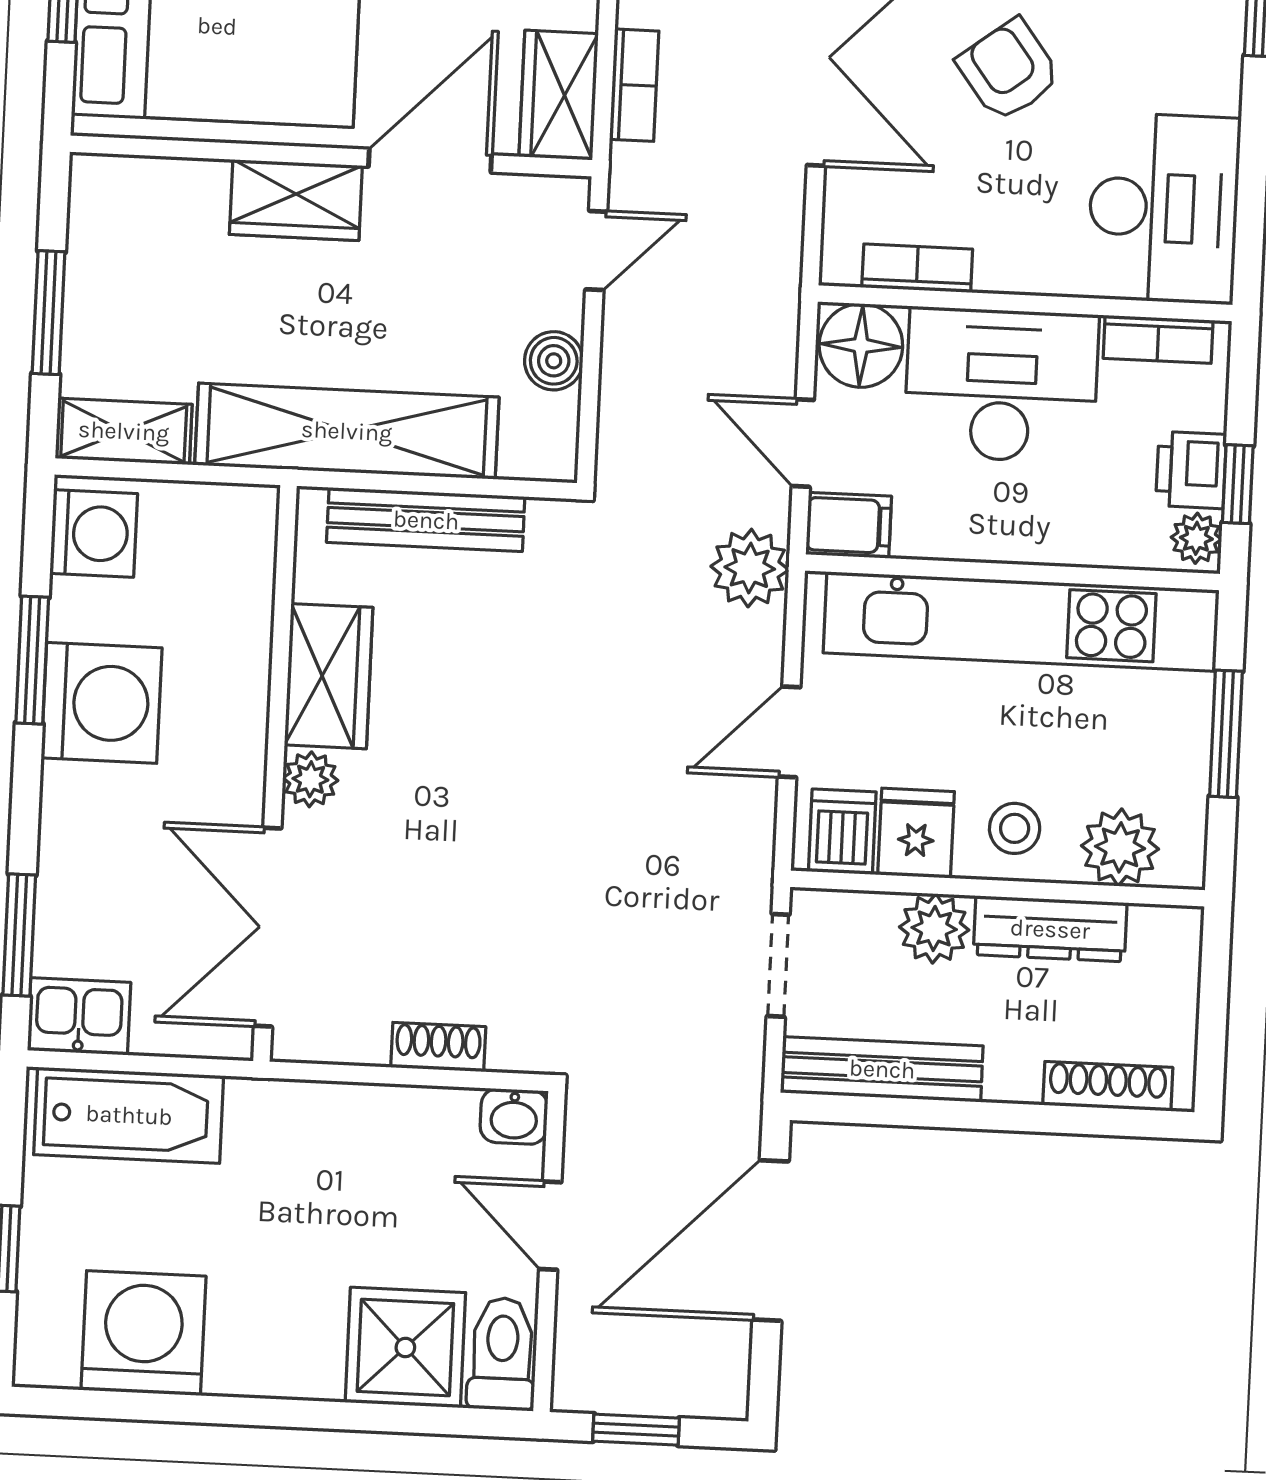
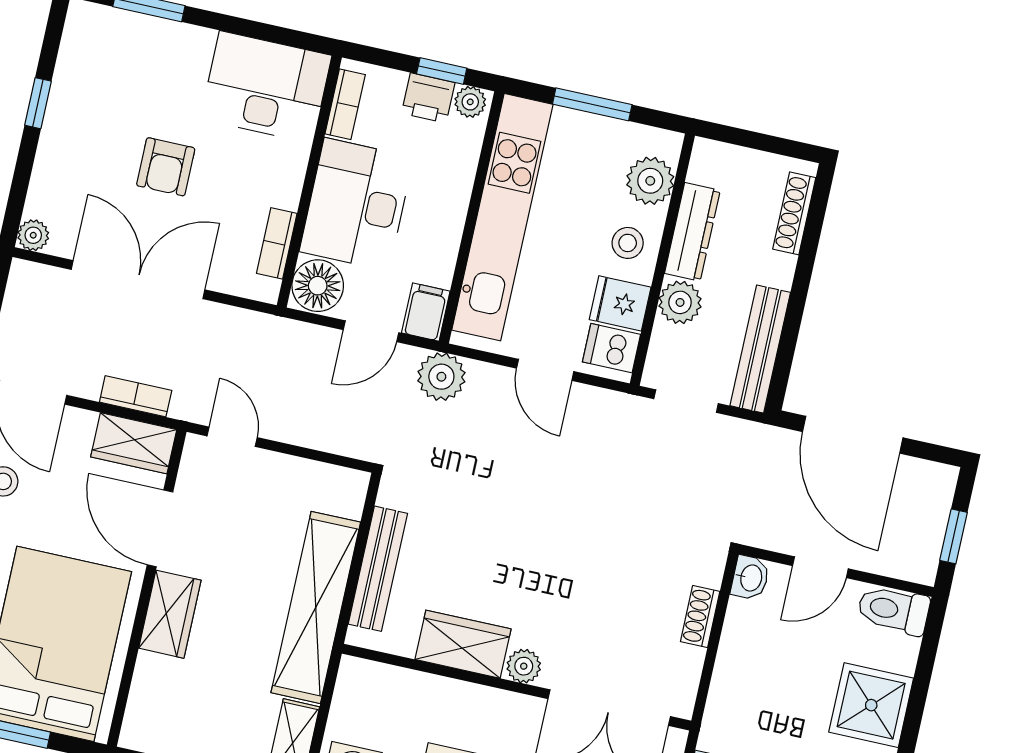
armchair: (1009, 70) -> (166, 167), turned -53
boiler: (554, 361) -> (295, 474), removed
shower: (405, 1348) -> (871, 705), moved

